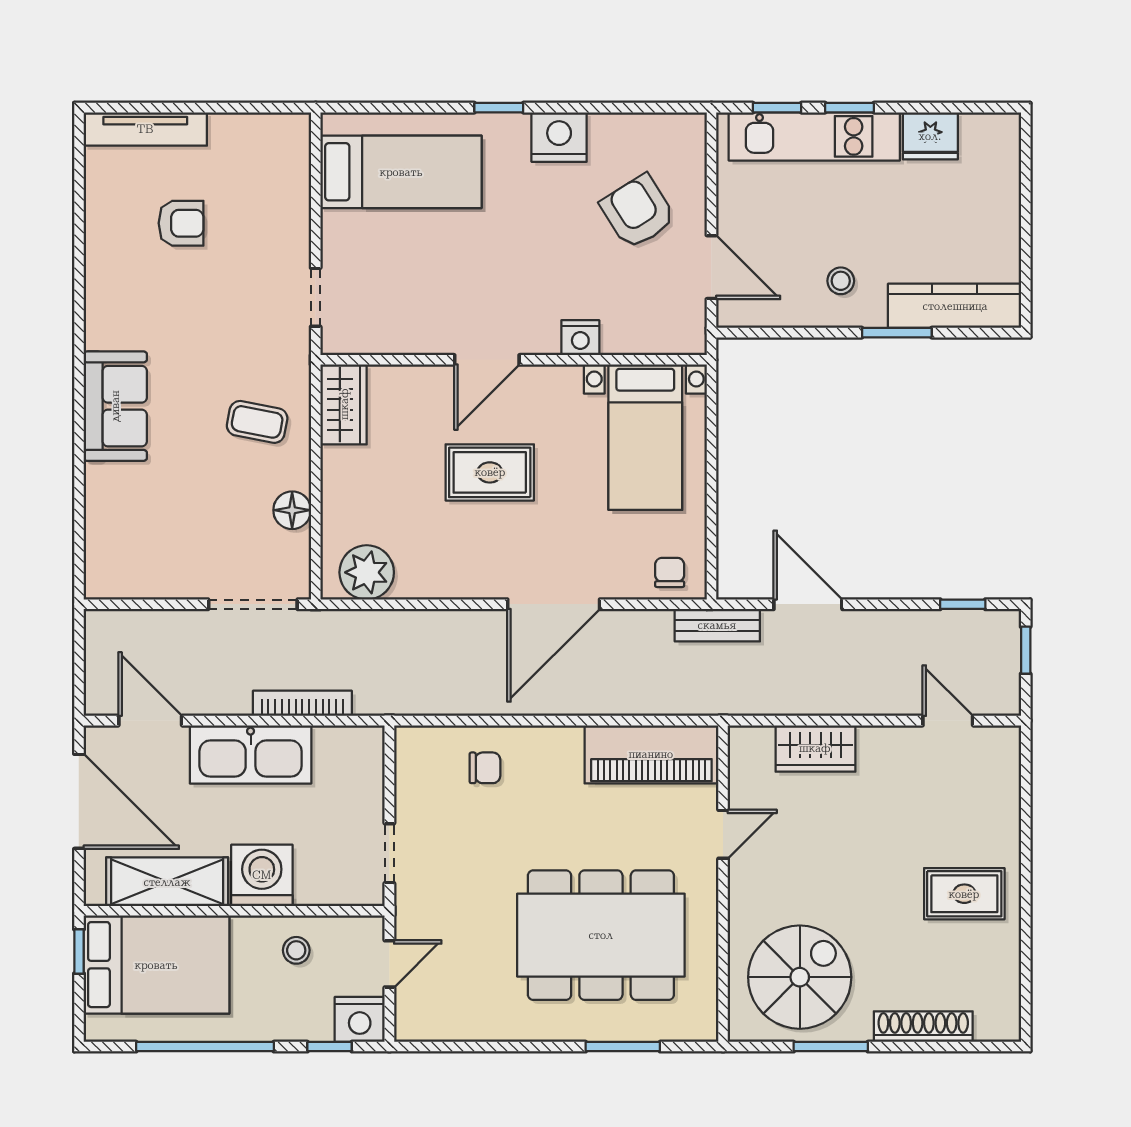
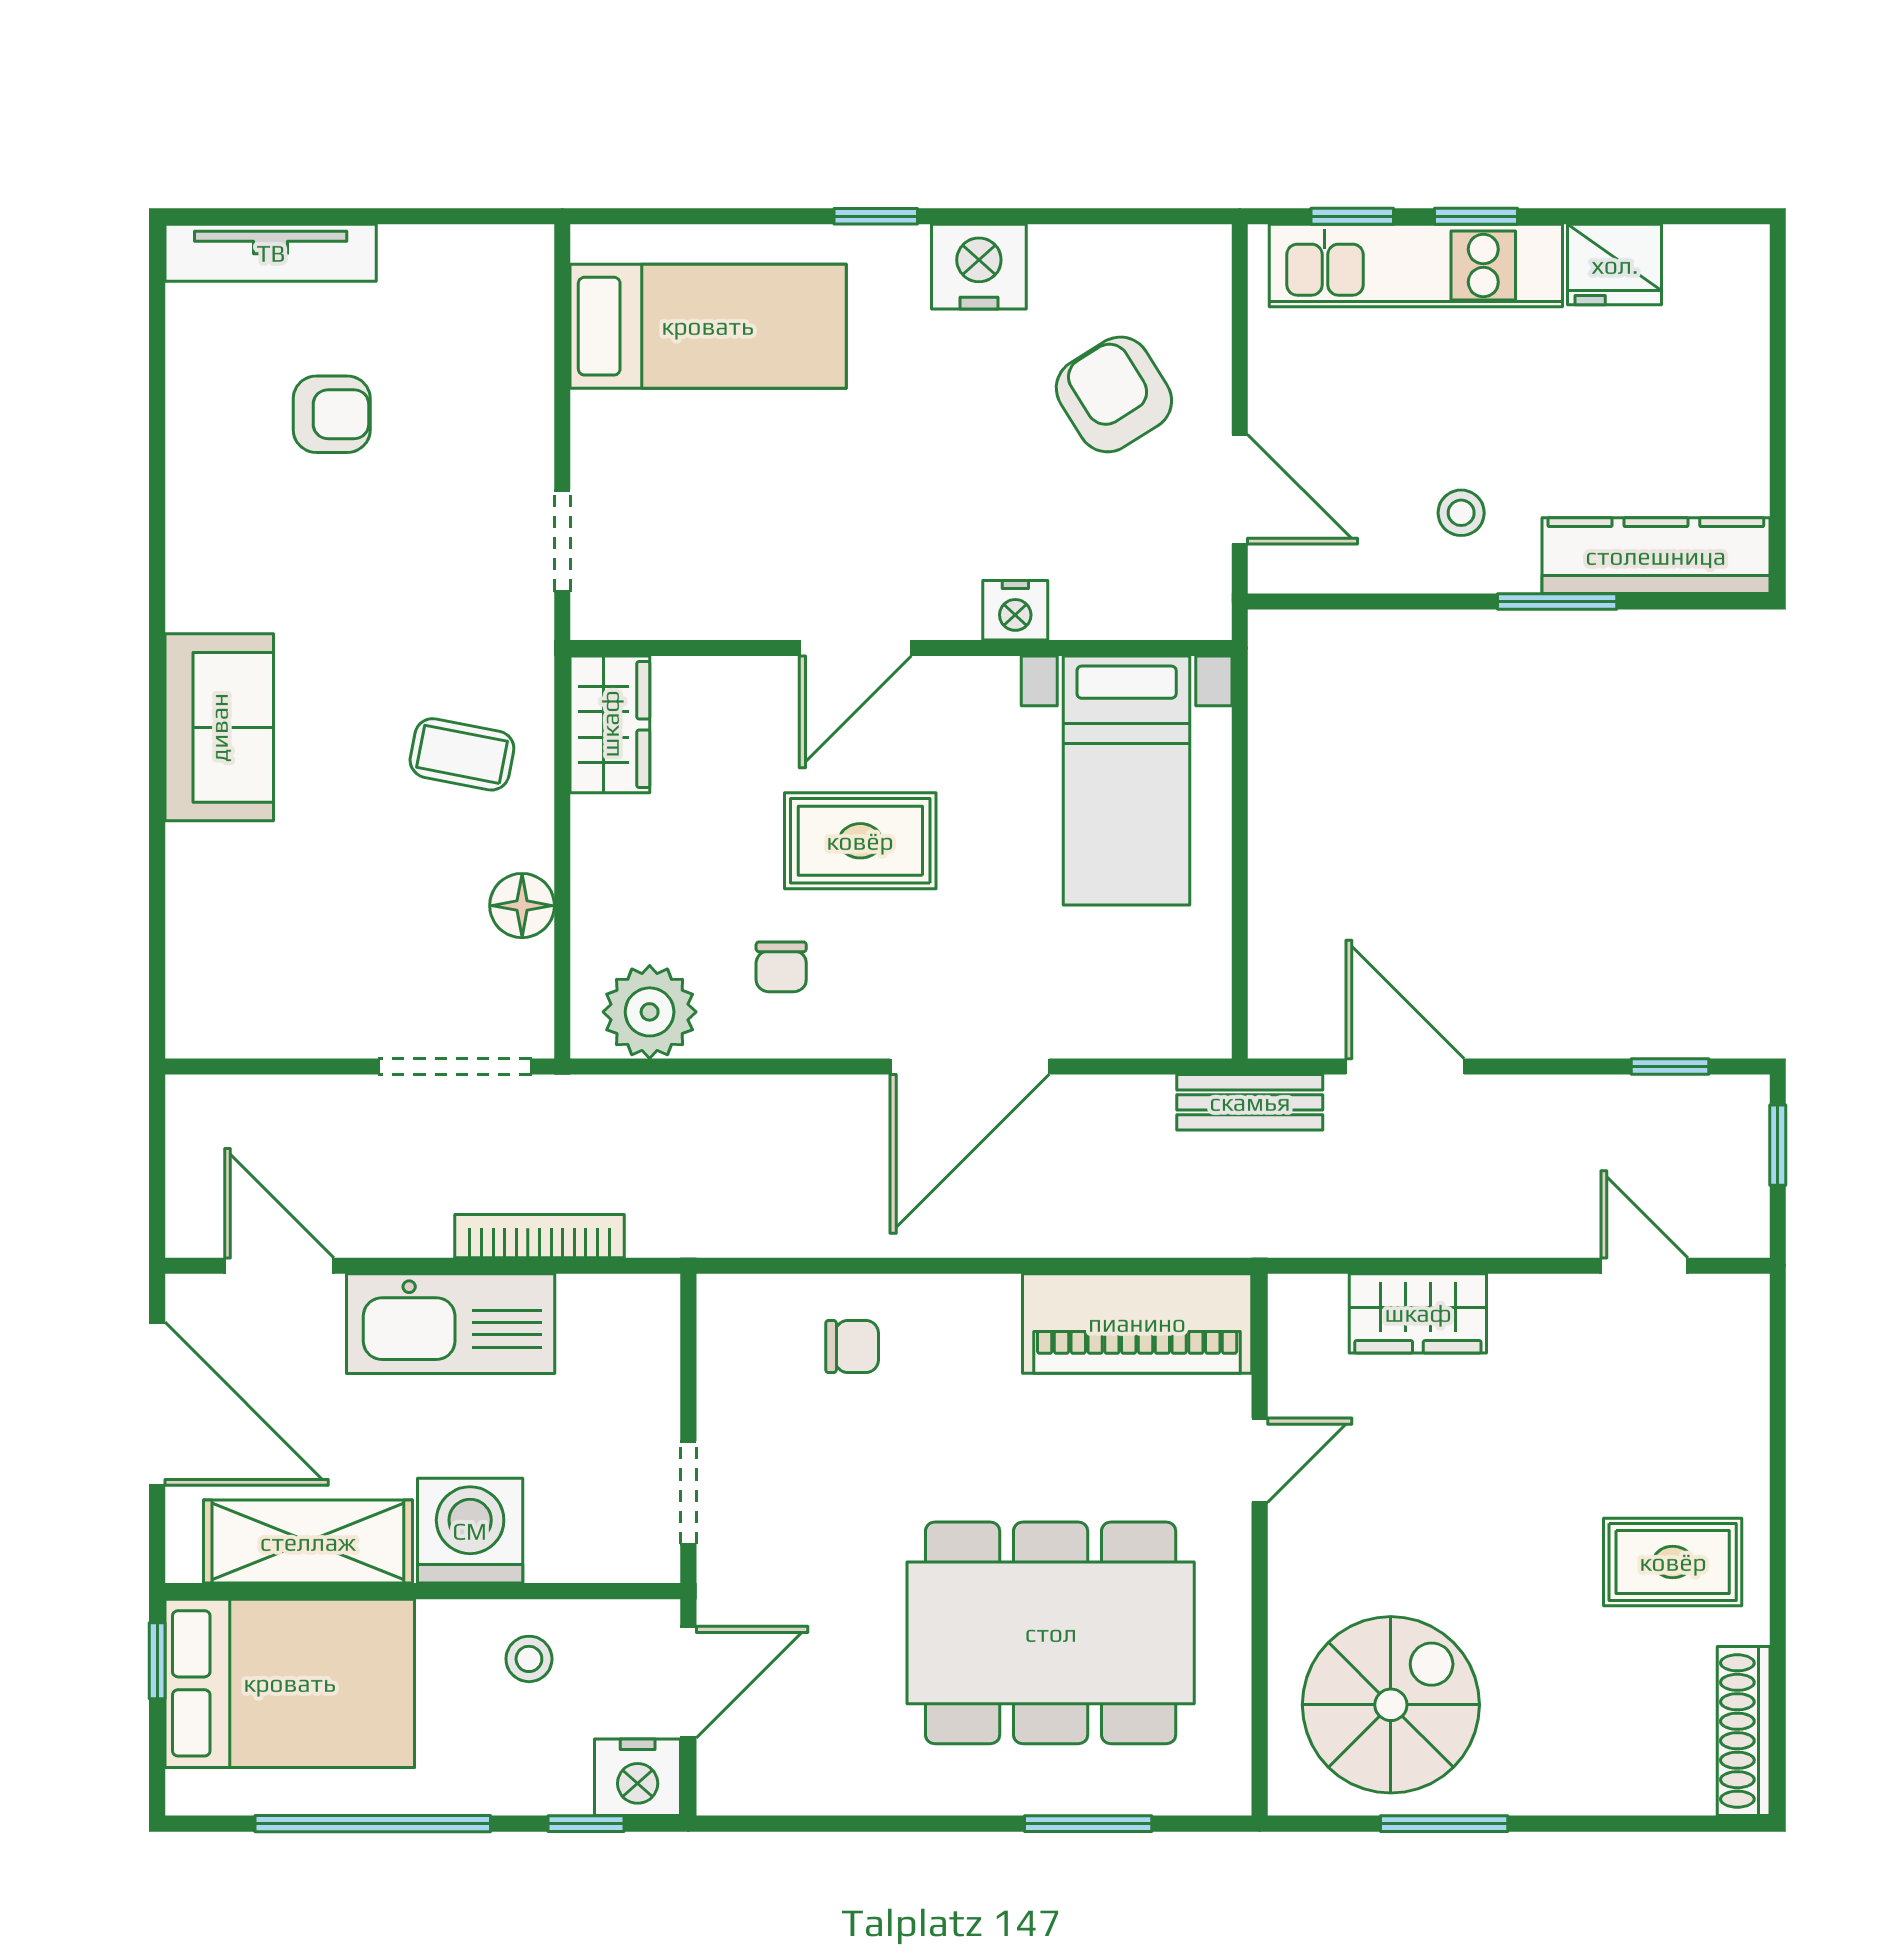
chair: (670, 572) -> (781, 967), moved, turned 180
door: (389, 964) -> (688, 1682), width x1.37
shoe rack: (923, 1027) -> (1744, 1731), moved, turned -90

